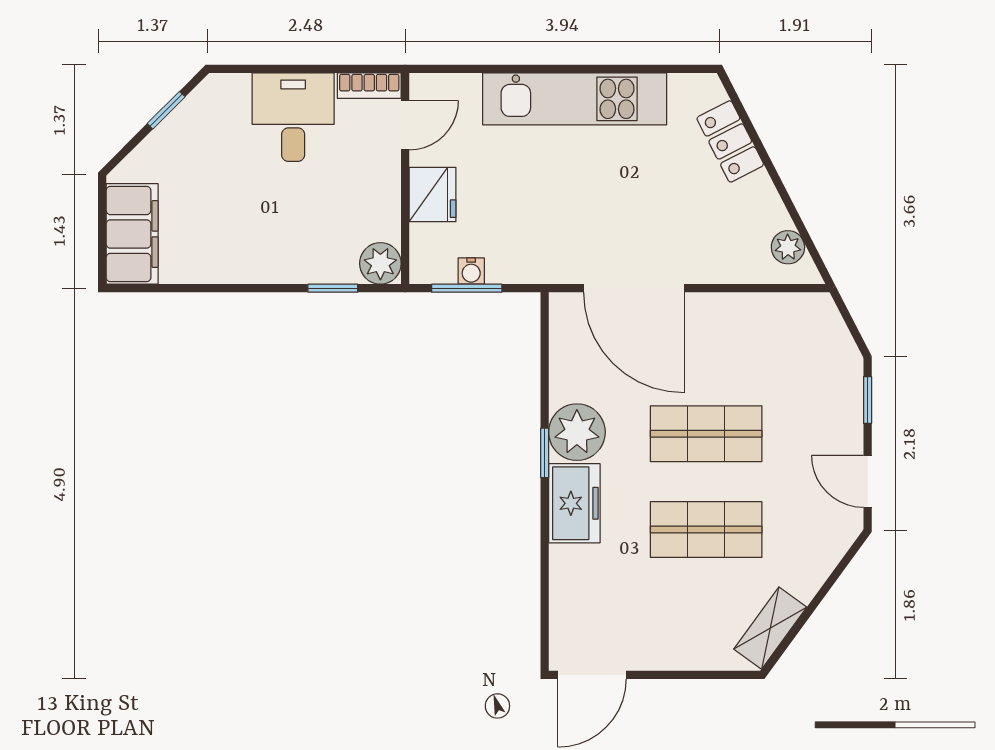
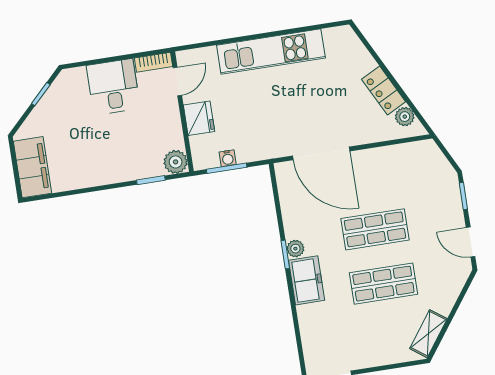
locker: (730, 141) -> (384, 90), moved
plant: (577, 432) -> (295, 249), width x0.53, depth x0.53

